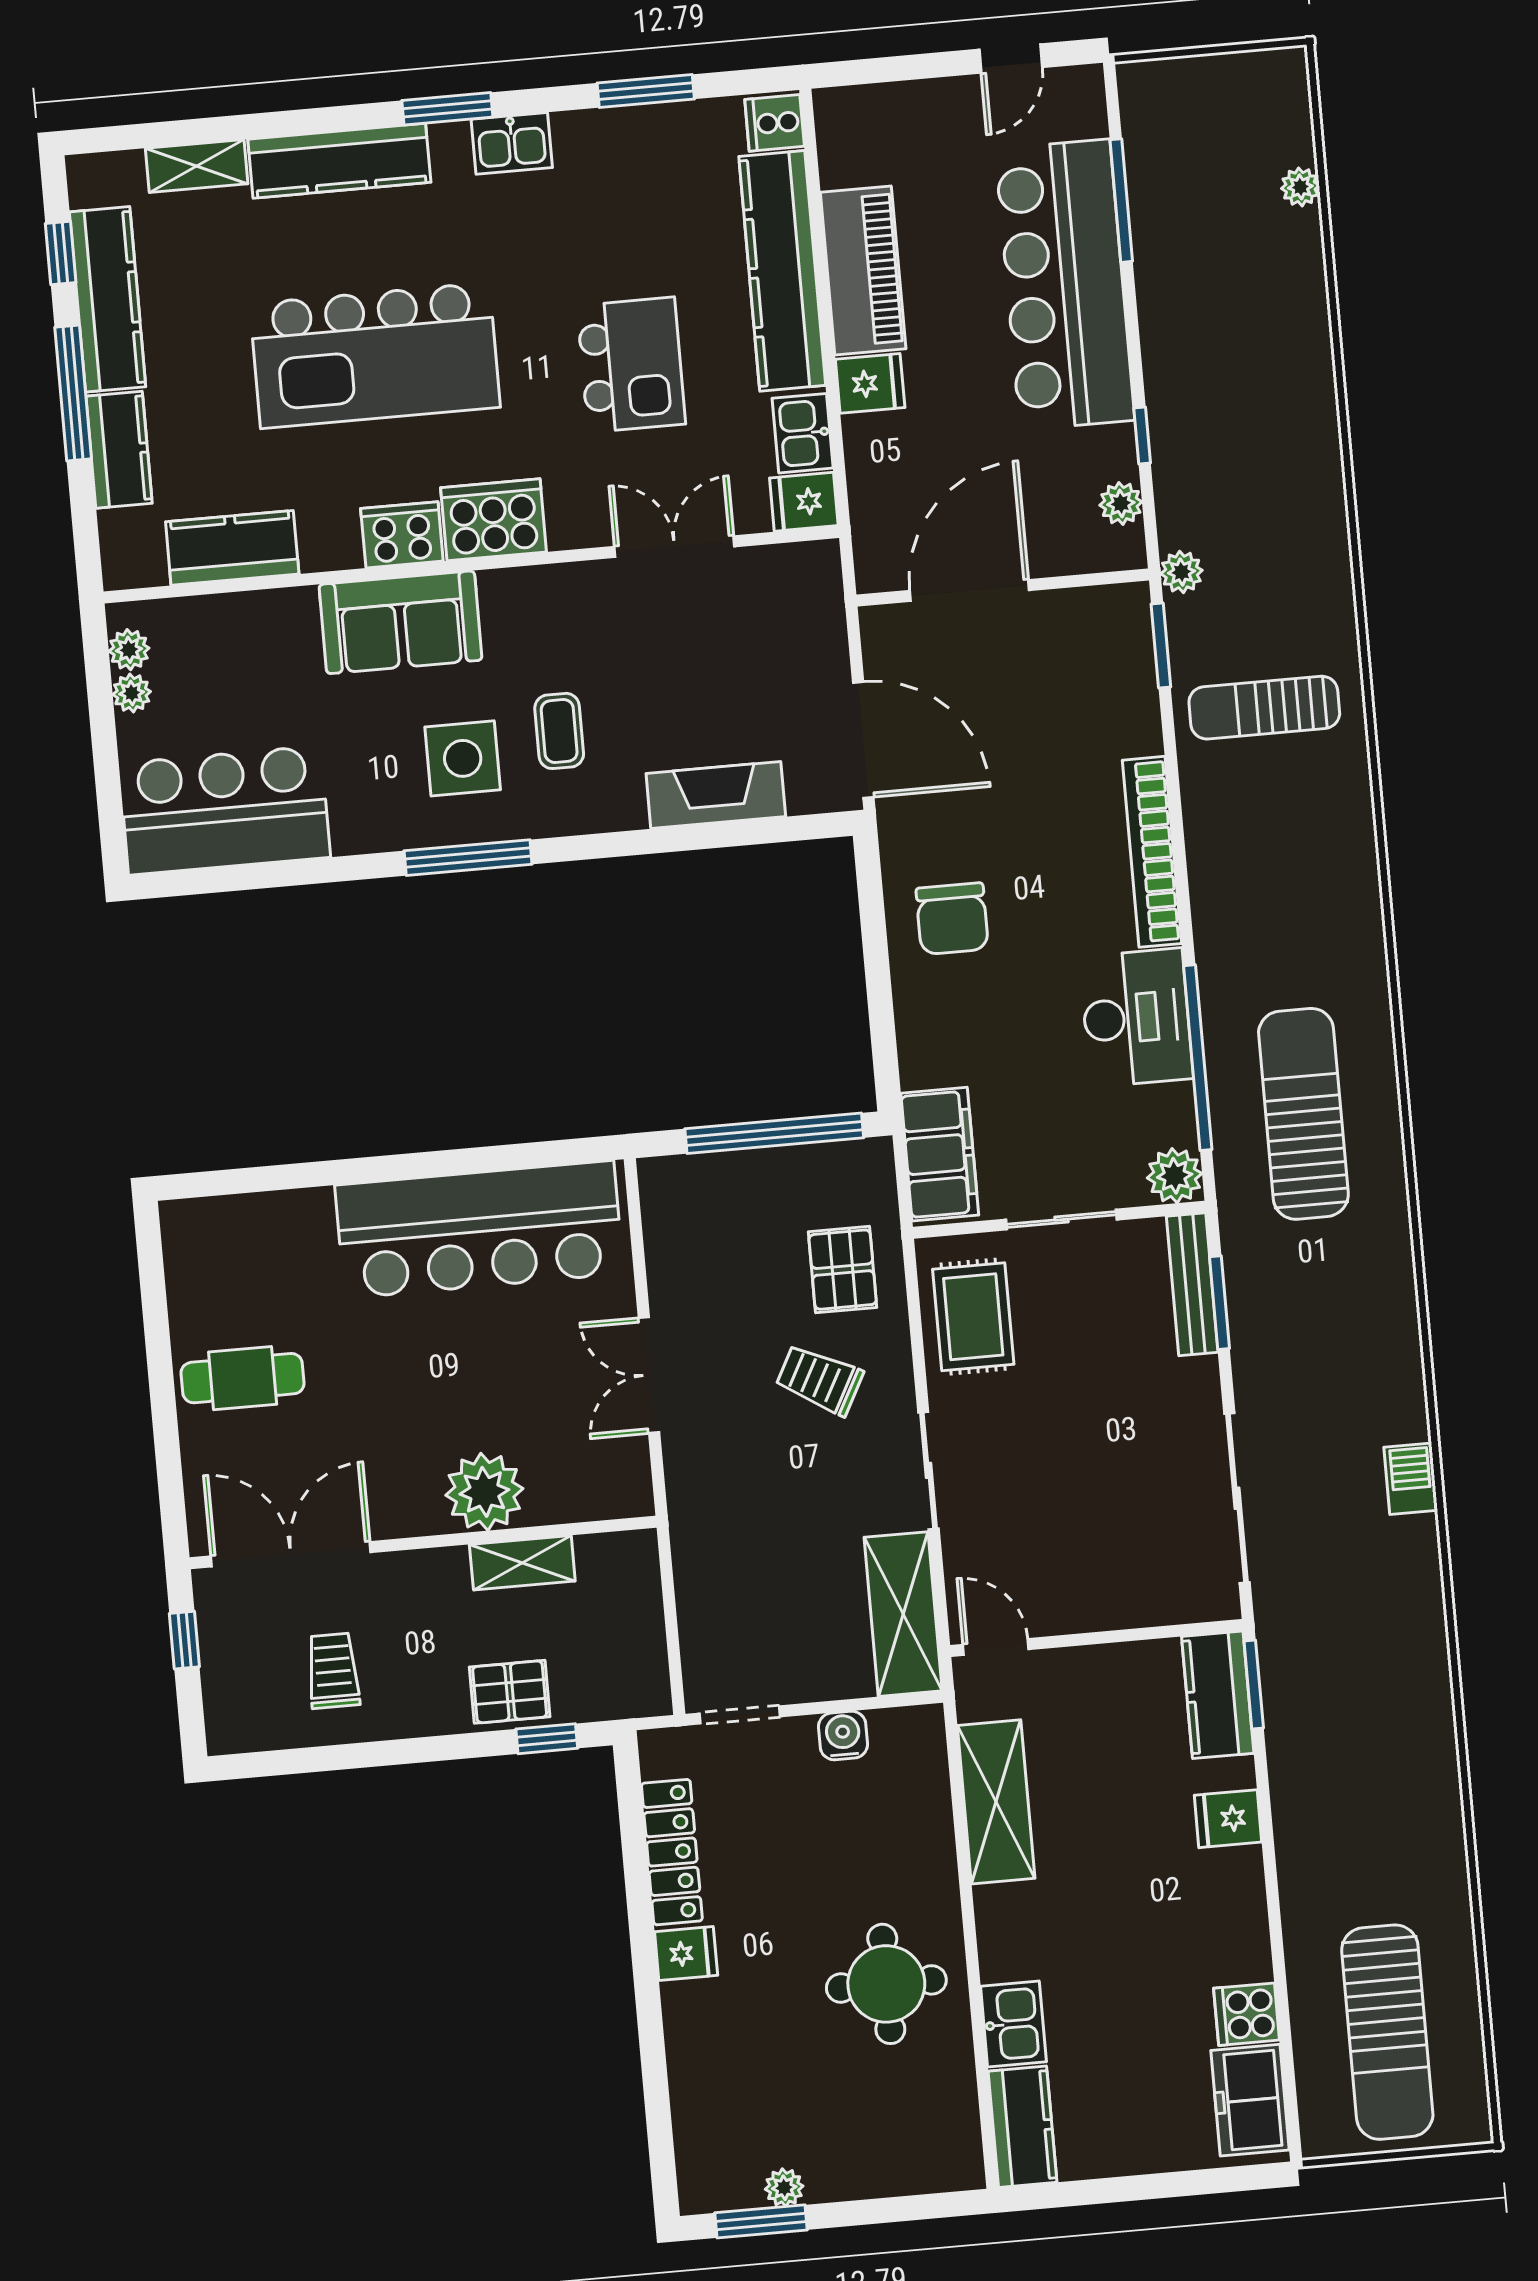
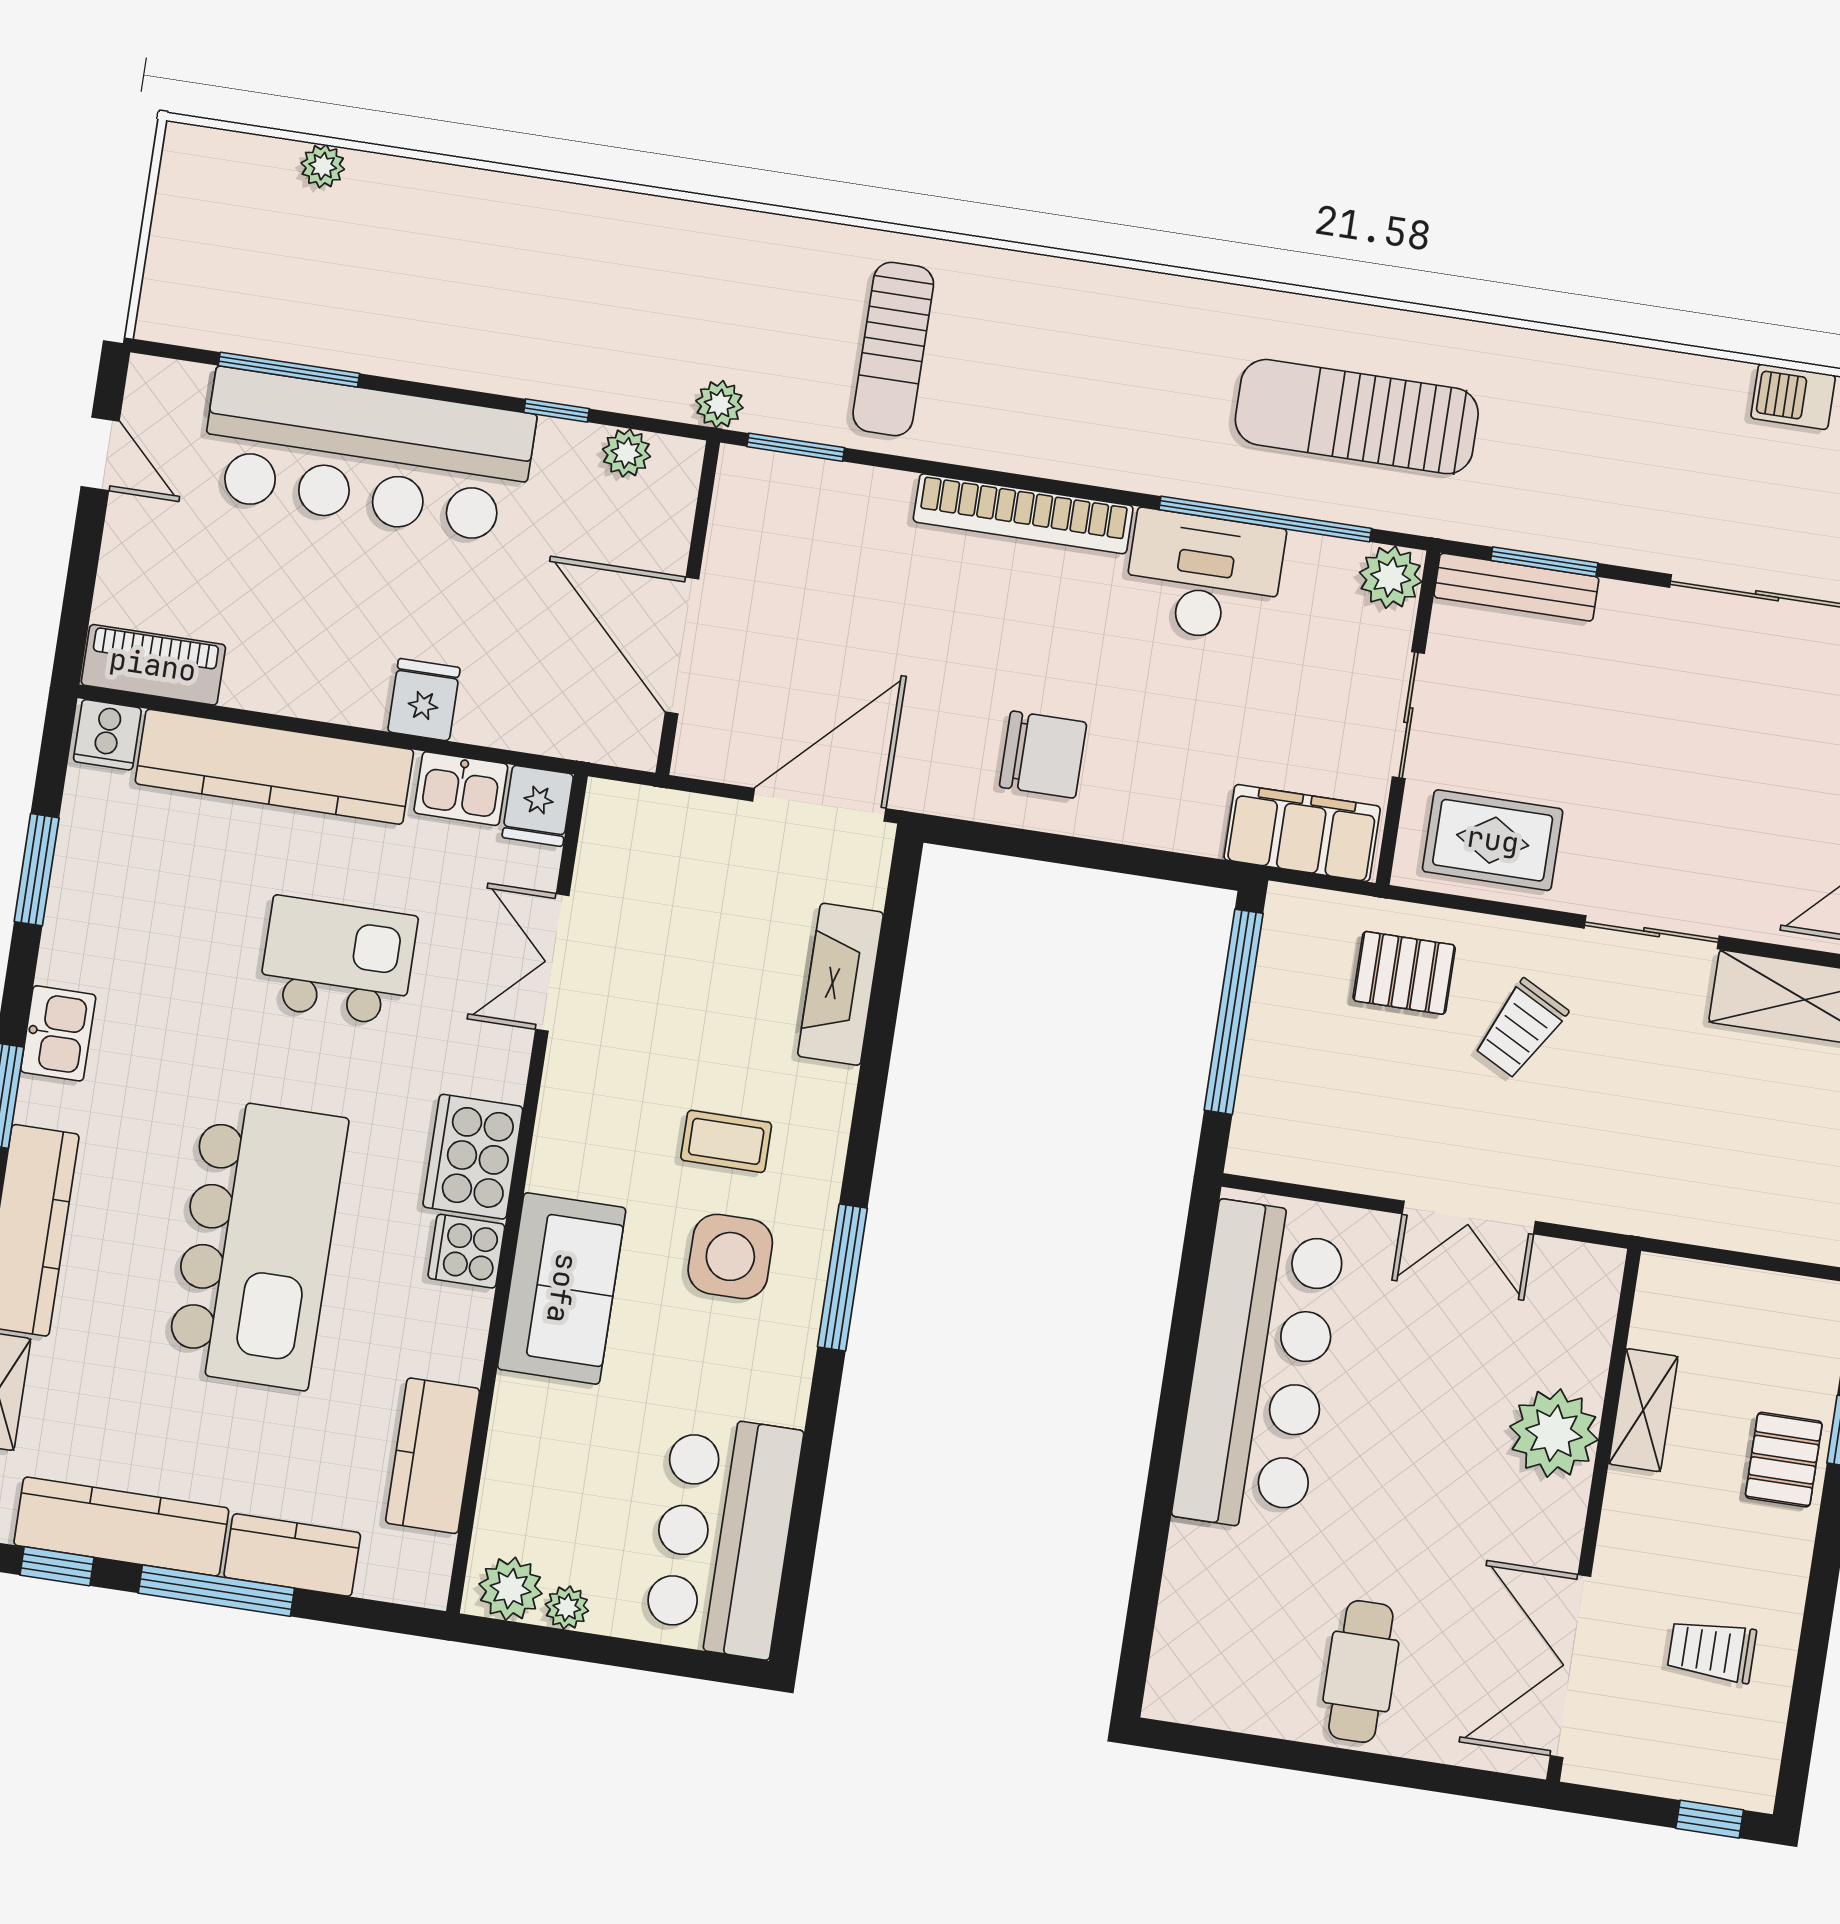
piano: (863, 271) -> (153, 665), moved, width x0.73, depth x0.75
cooker: (402, 535) -> (466, 1251), width x0.73
plant: (129, 650) -> (511, 1589), width x1.38, depth x1.38
window: (184, 1640) -> (1710, 1819), moved

